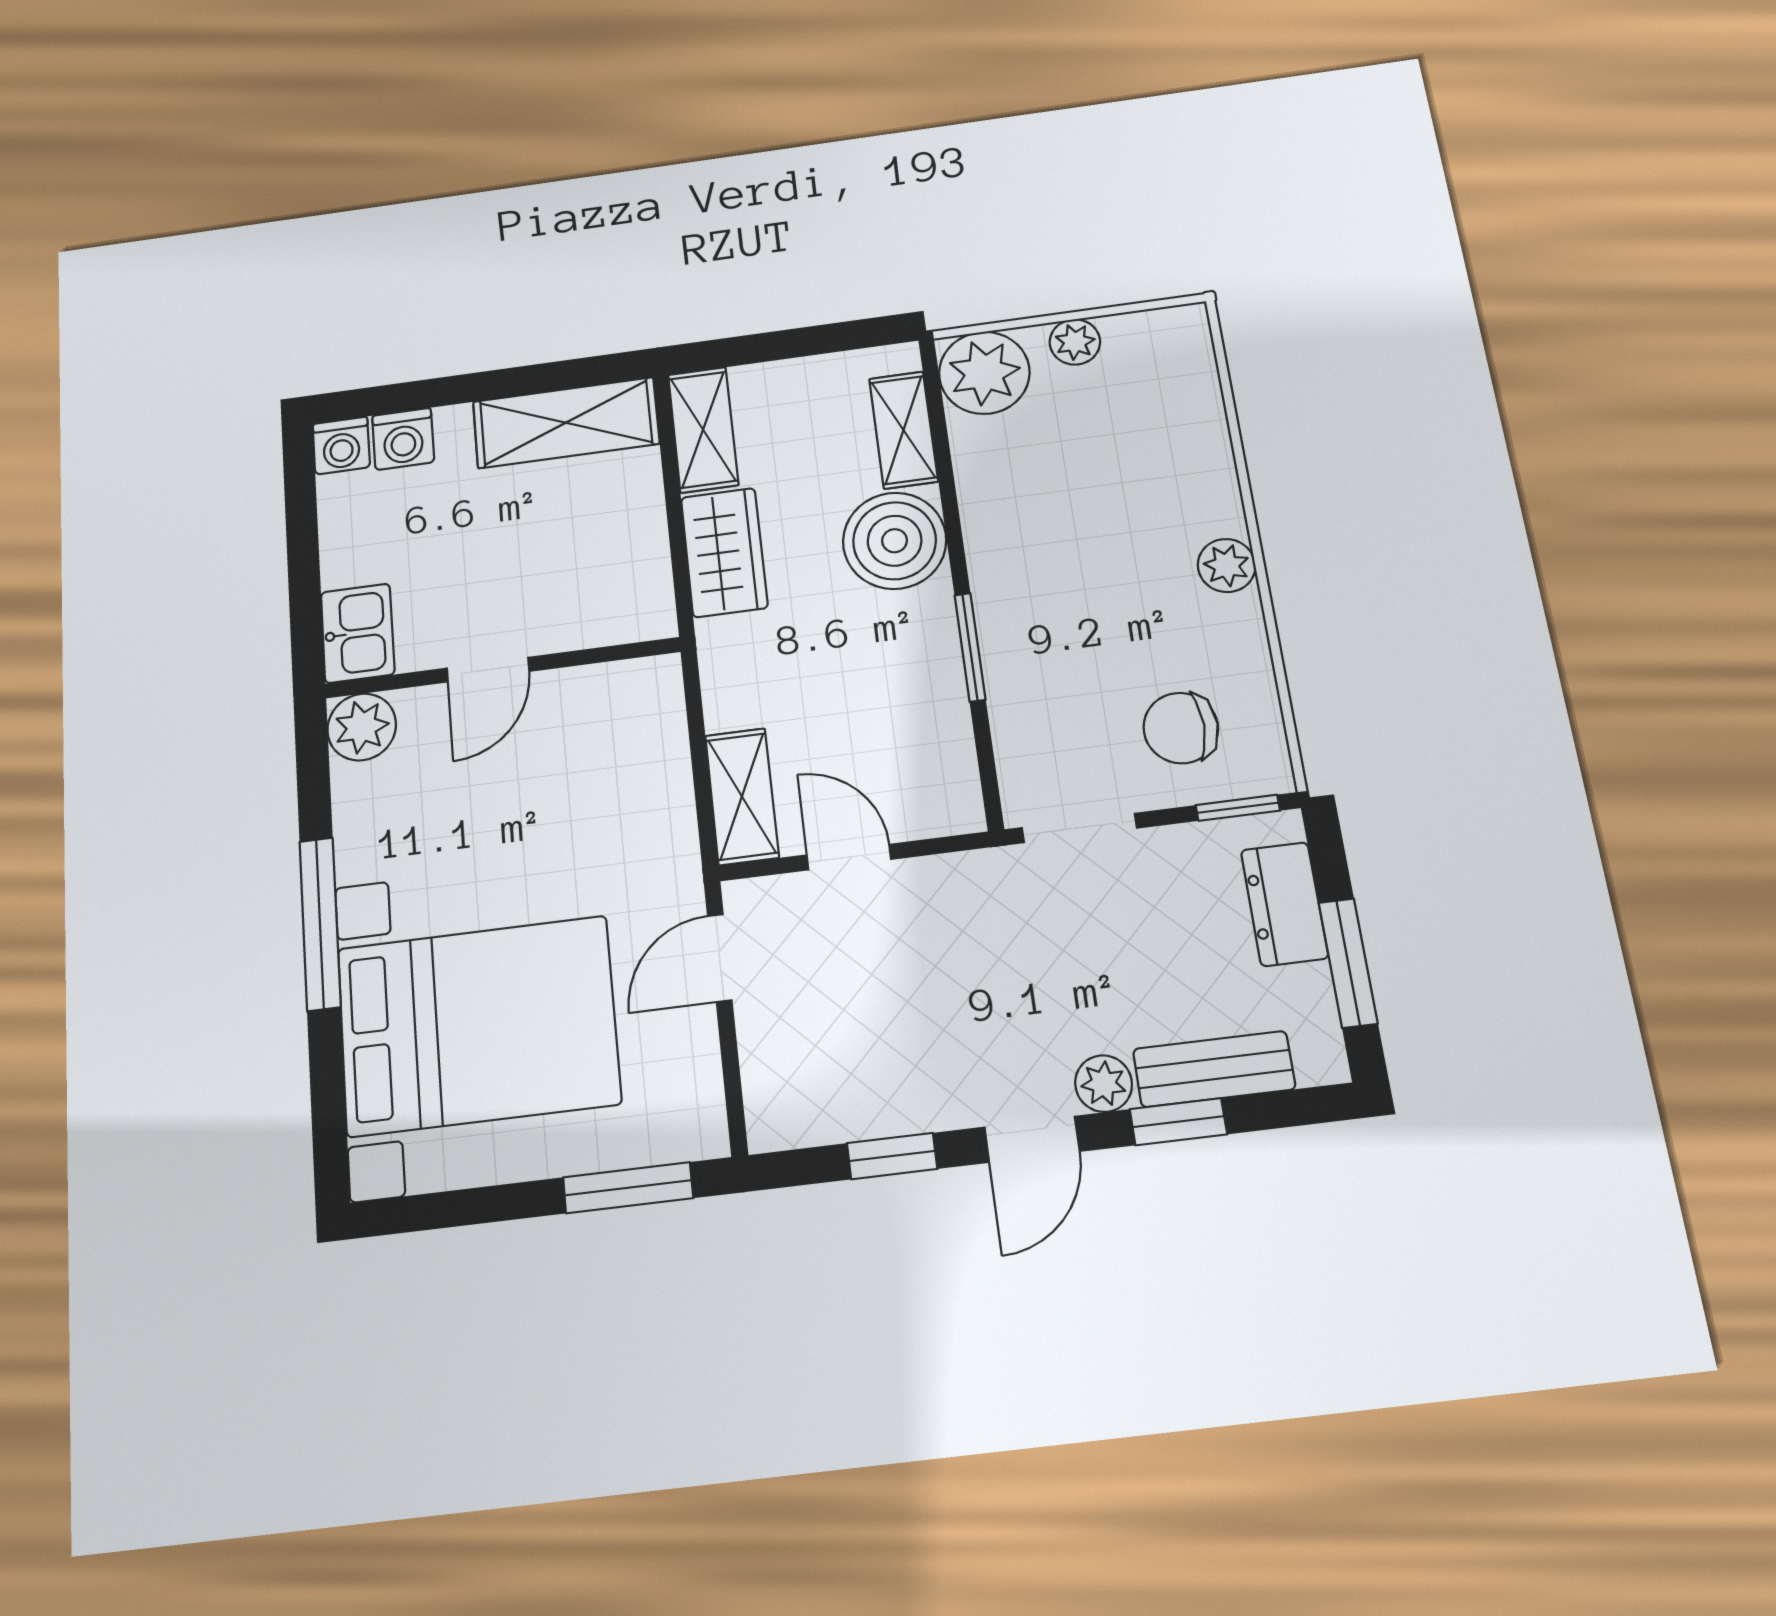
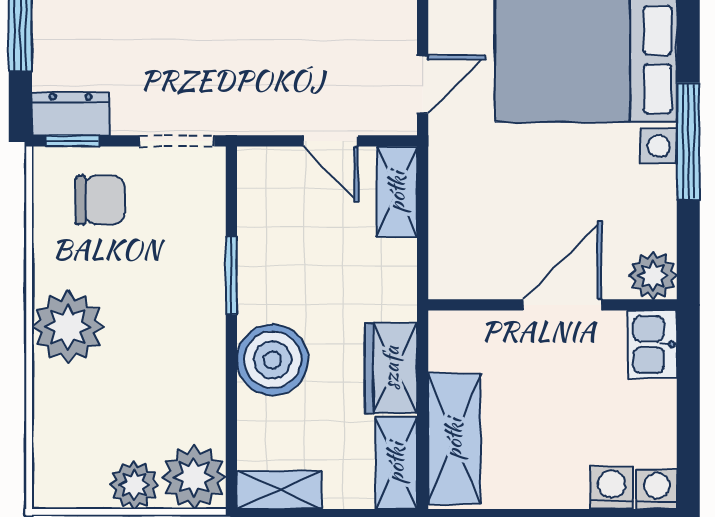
plant: (1075, 342) -> (134, 485), width x1.38, depth x1.38
shelving: (566, 423) -> (454, 439), moved, turned 90
shelving: (904, 430) -> (279, 490), moved, turned 90
plant: (1227, 565) -> (68, 327), width x1.87, depth x1.87
door: (488, 670) -> (562, 305), width x1.38
dresser: (1284, 904) -> (70, 114), moved, turned -90

